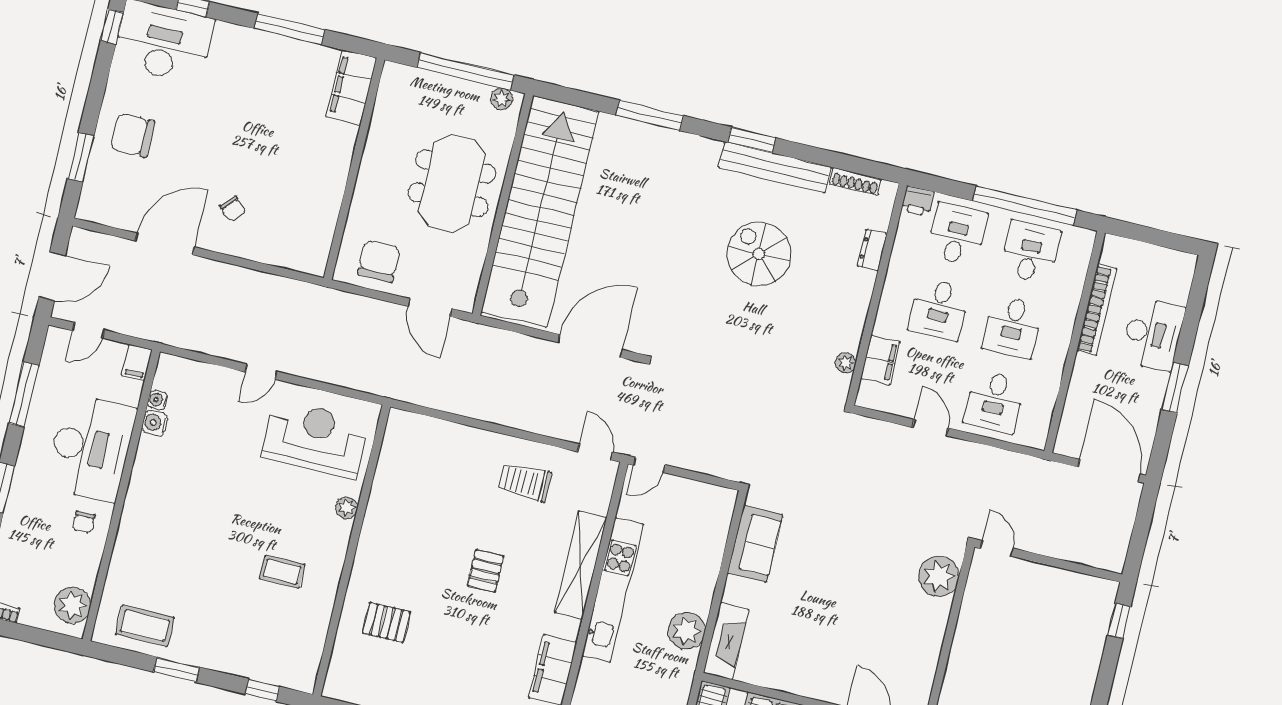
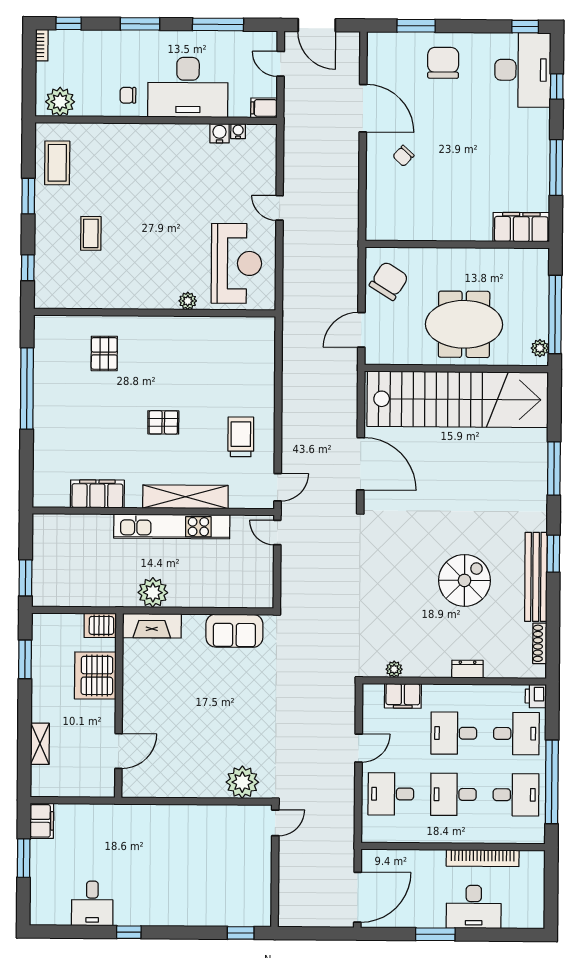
dresser: (872, 250) -> (467, 669), moved
chair: (379, 261) -> (389, 281), turned -58
coffee table: (282, 572) -> (91, 233), moved

